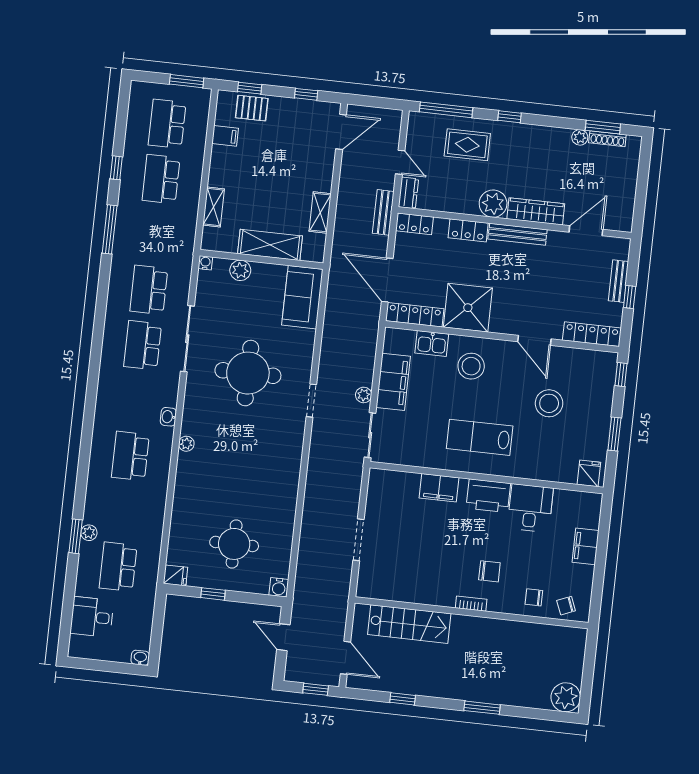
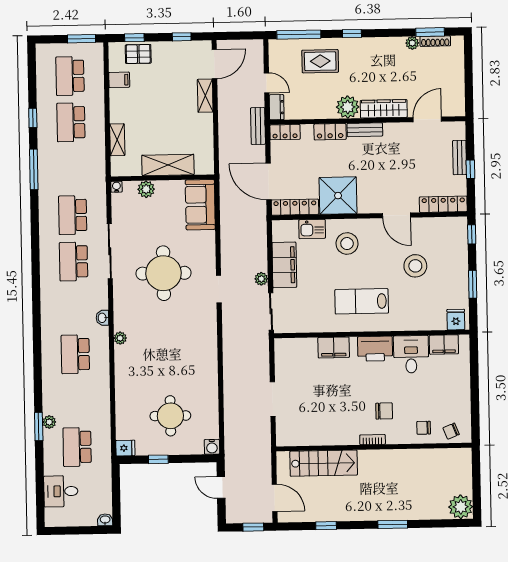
shelving: (320, 213) -> (205, 96), moved
bench: (518, 234) -> (365, 130), width x0.73
filing cabinet: (586, 546) -> (444, 345), moved, turned -90

